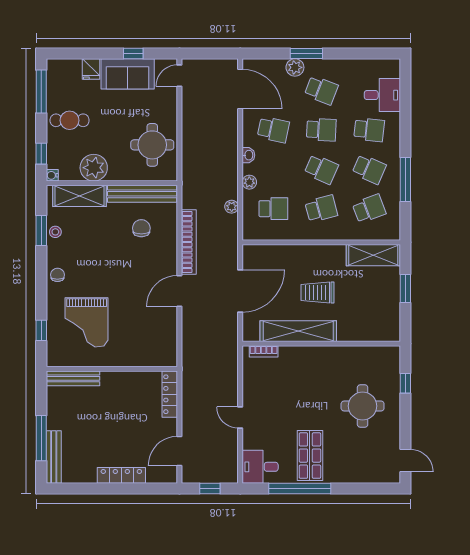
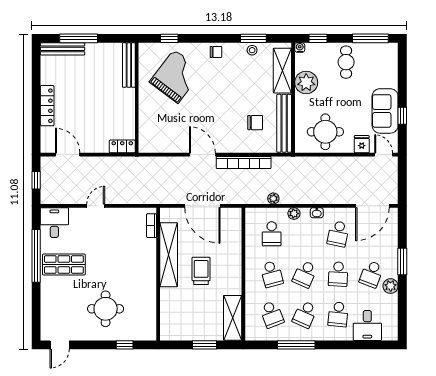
plant: (295, 67) -> (391, 286), moved
fridge: (91, 69) -> (362, 144), moved, turned 90
grand piano: (87, 322) -> (176, 76), turned 127
locker: (170, 394) -> (122, 146), width x0.66

